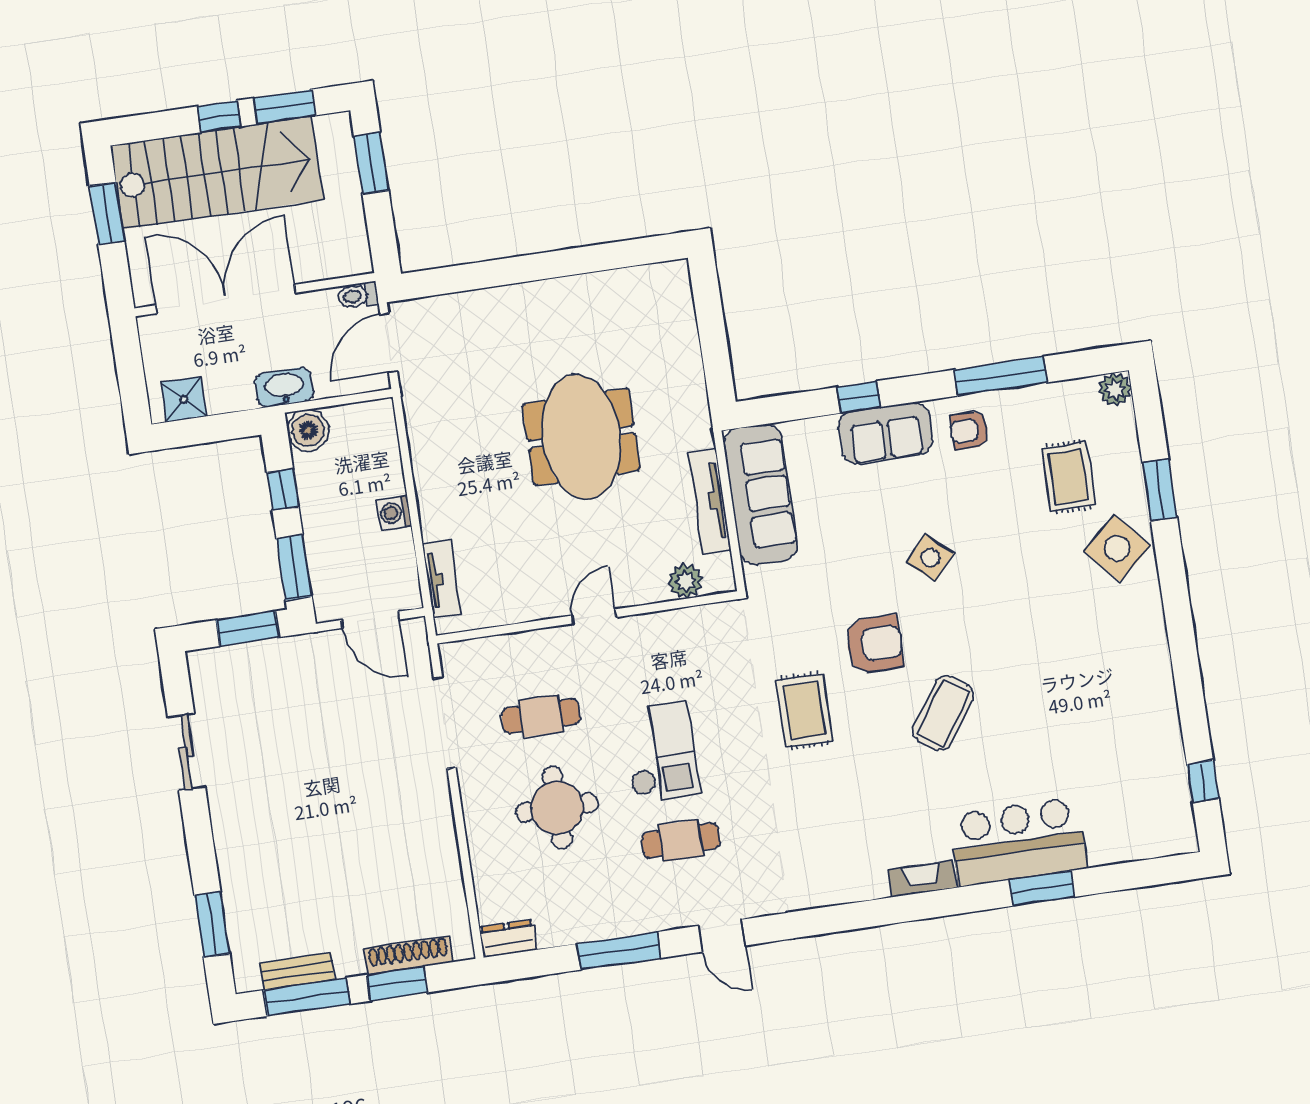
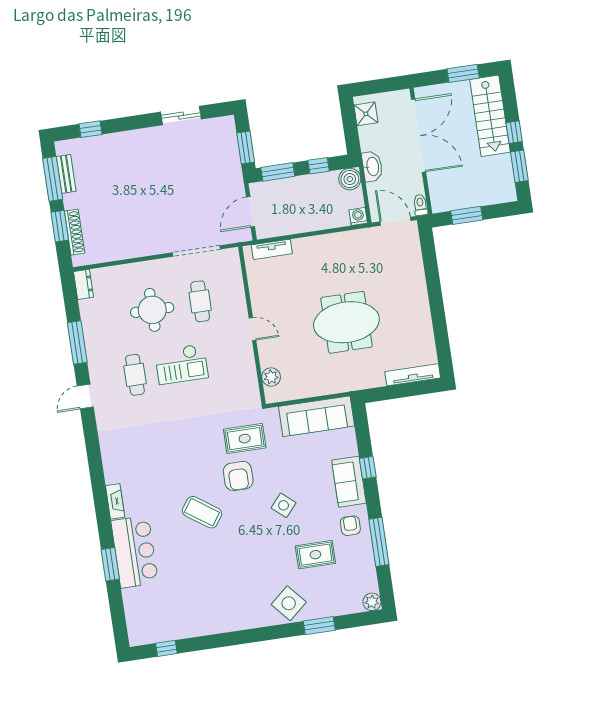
window: (371, 163) -> (467, 215), moved
stairs: (217, 173) -> (490, 116), width x0.73, depth x0.66
rug: (1068, 477) -> (315, 555), moved
tv unit: (710, 501) -> (413, 375), moved
washing machine: (394, 513) -> (358, 217), moved
rug: (804, 711) -> (245, 439), moved
window: (212, 925) -> (90, 129), width x0.67

